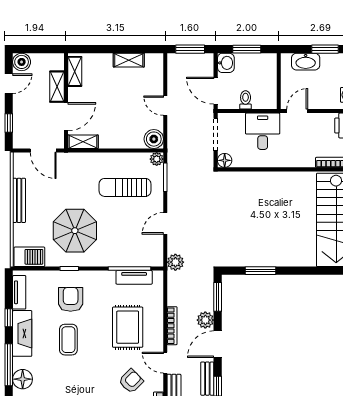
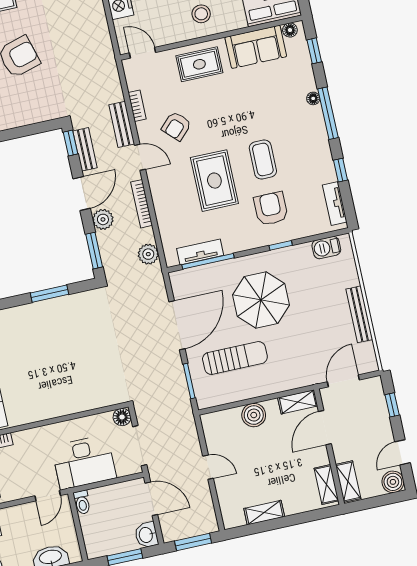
shelving: (57, 87) -> (348, 482), moved
toilet: (246, 100) -> (82, 502), moved
desk: (263, 131) -> (84, 462), width x1.37
boiler: (154, 139) -> (254, 415), moved
door: (43, 150) -> (343, 381), hinge flipped
plant: (157, 159) -> (204, 401), removed
door: (165, 223) -> (177, 325), width x1.87
parasol: (75, 231) -> (261, 300), moved
barbecue: (29, 257) -> (326, 248), width x0.73, depth x0.79
plant: (175, 262) -> (148, 254), moved
armchair: (71, 299) -> (271, 209), turned 180
rug: (128, 327) -> (214, 181), moved
fireplace: (22, 333) -> (320, 155), removed
floor lamp: (23, 379) -> (313, 98), width x0.53, depth x0.53

